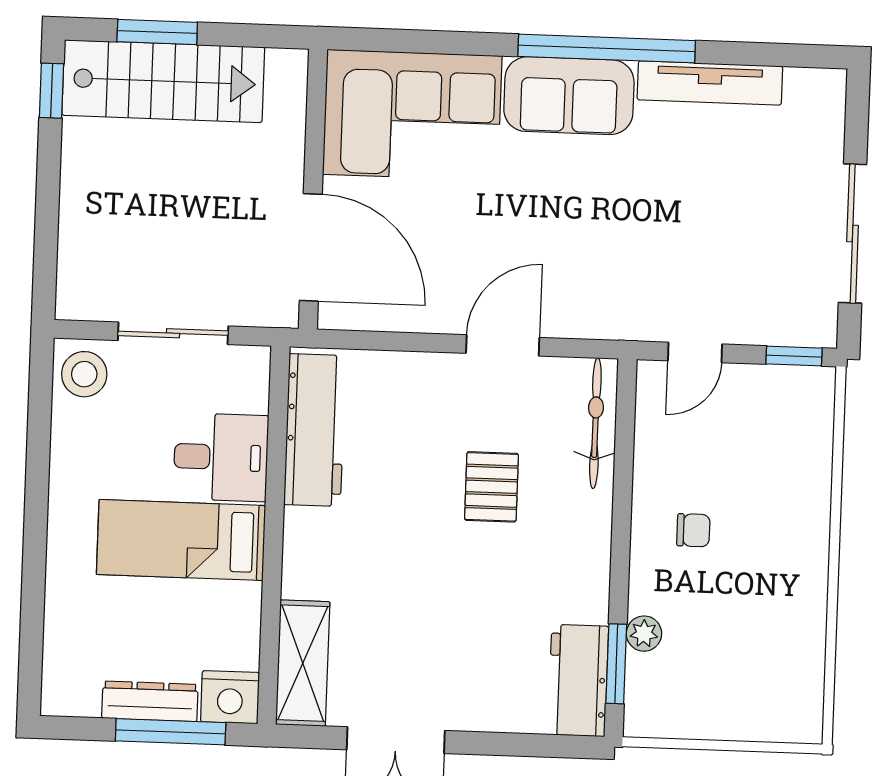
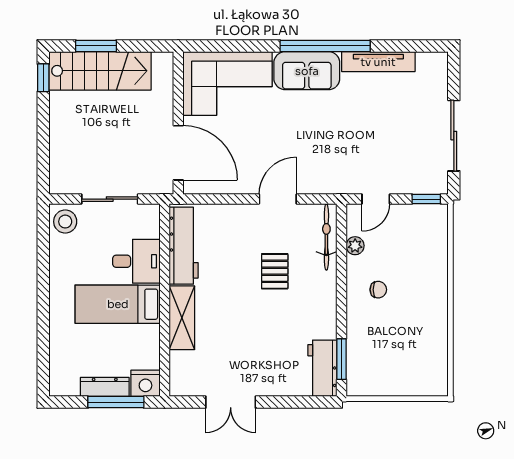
plant: (644, 634) -> (355, 246), moved
shelving: (303, 663) -> (182, 318), moved

